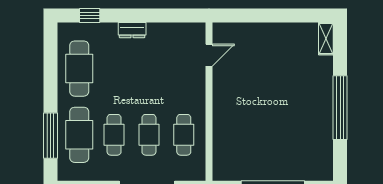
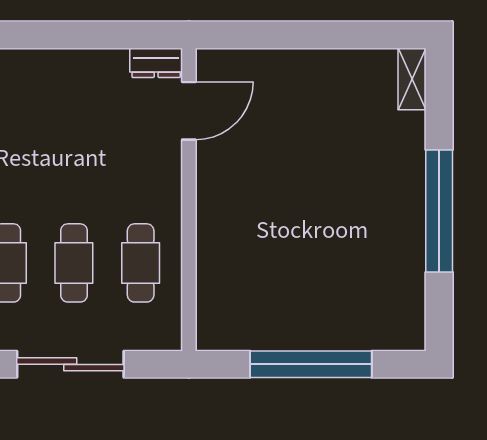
dresser: (132, 30) -> (156, 63), moved
door: (209, 55) -> (189, 111), width x1.38

